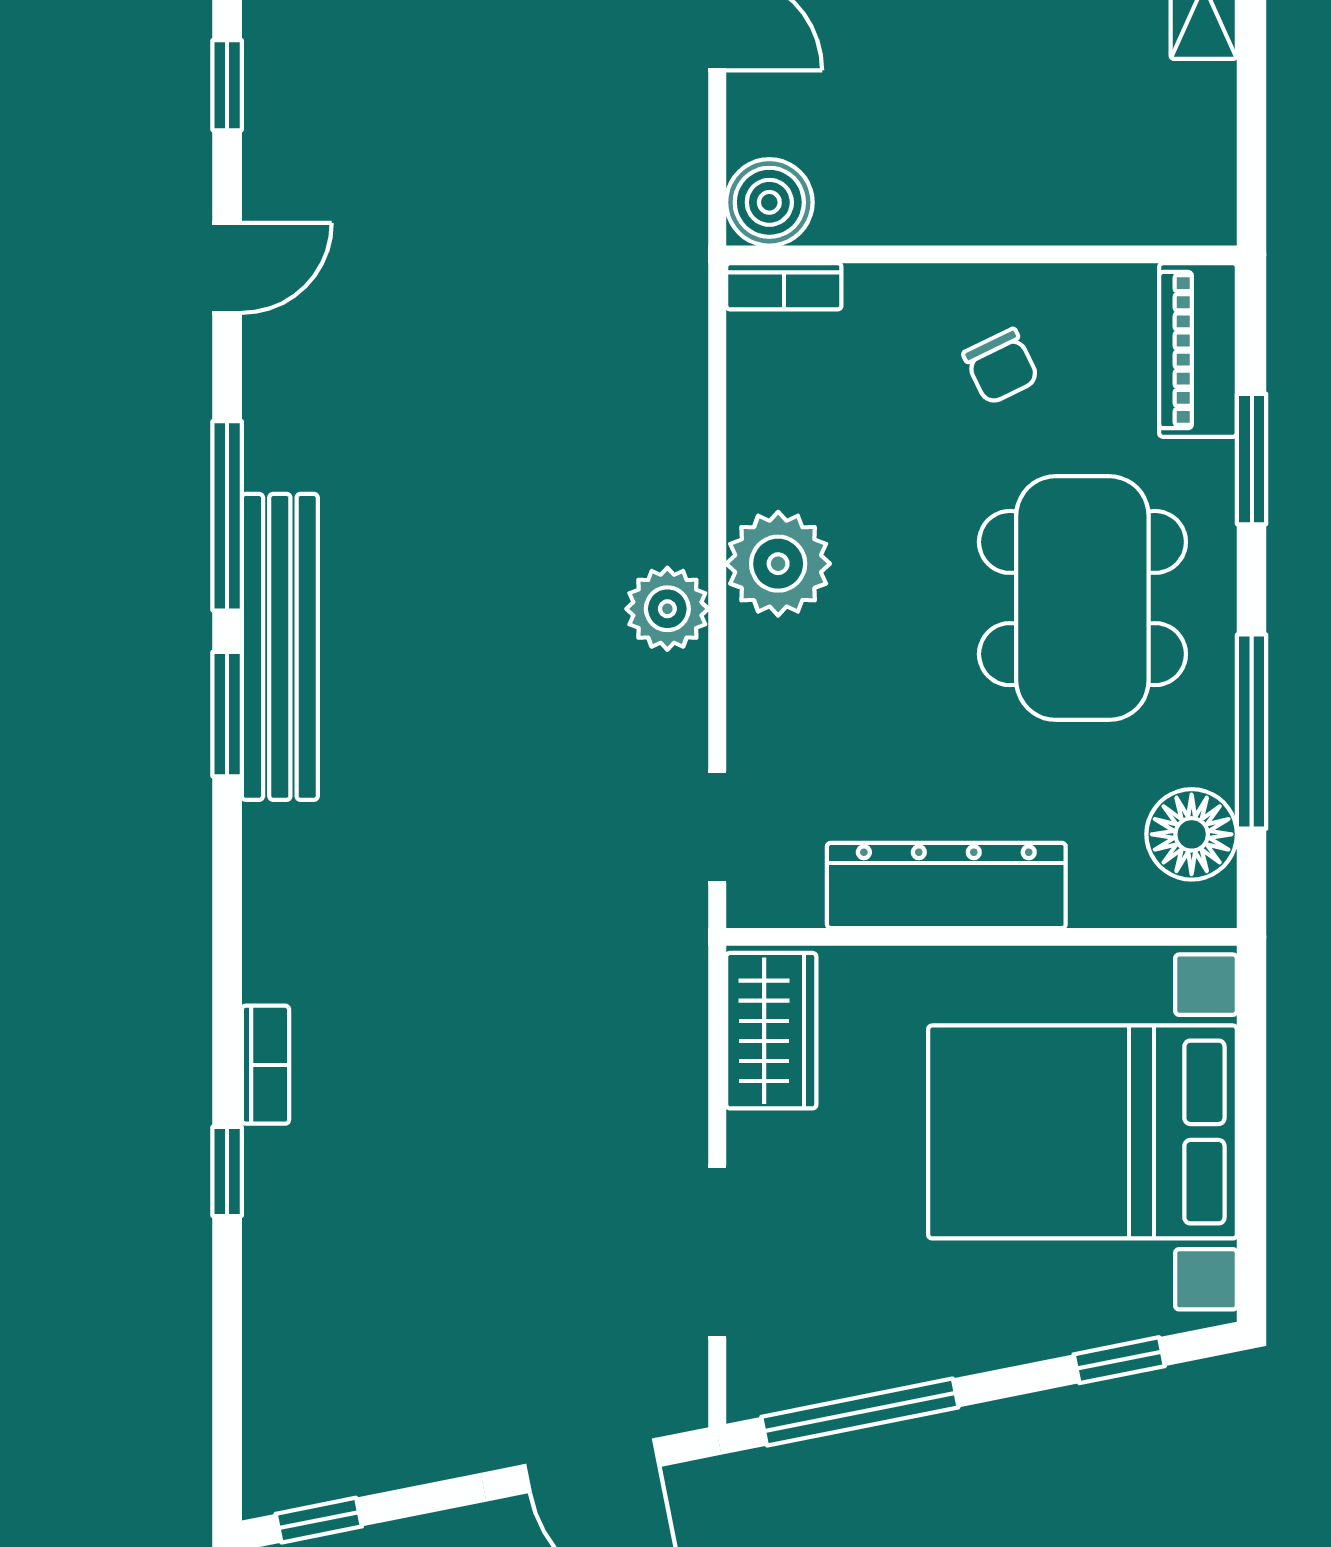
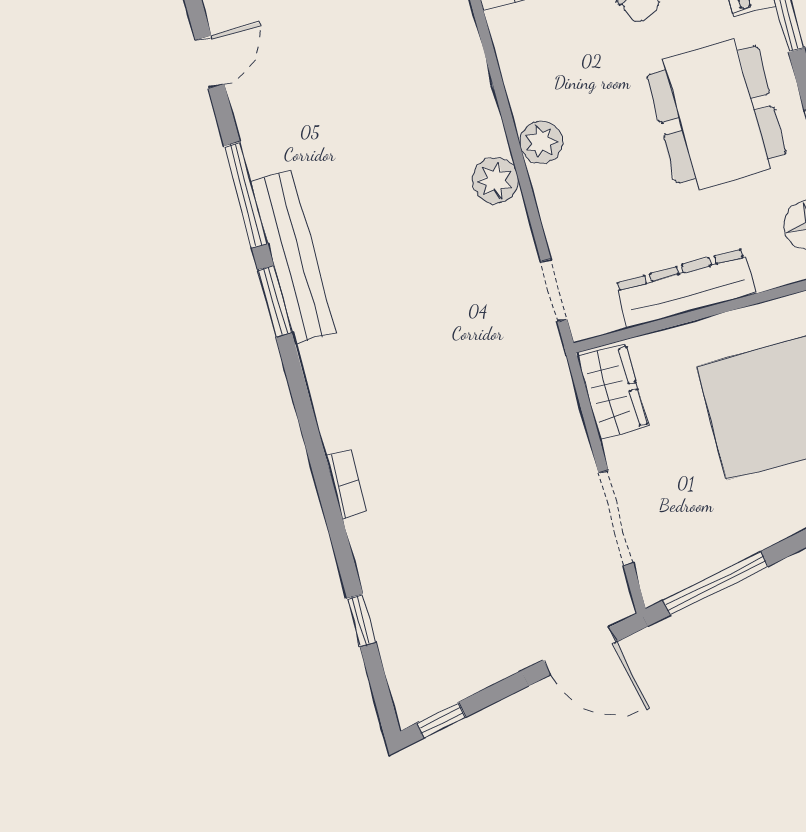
plant: (778, 564) -> (541, 142), width x0.73, depth x0.73
window: (227, 1171) -> (361, 620), moved

